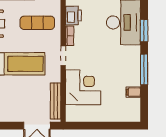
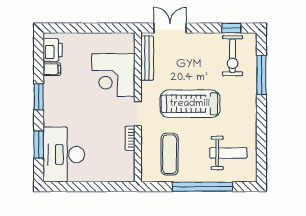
printer: (73, 15) -> (53, 50), moved, turned 180
exercise mat: (37, 23) -> (170, 154), turned 90
window: (144, 69) -> (39, 97), width x0.69

